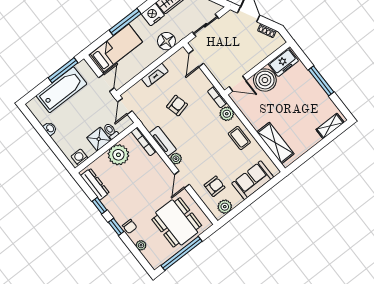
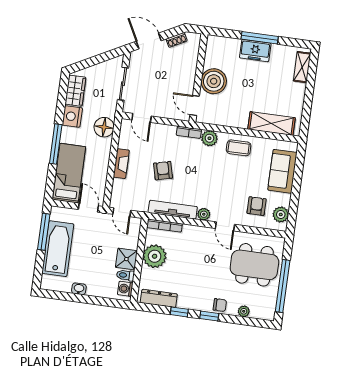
freezer: (283, 62) -> (255, 51), moved, turned 90
door: (238, 84) -> (195, 105), swing flipped
toilet: (111, 131) -> (125, 275), moved
tv unit: (163, 141) -> (173, 210), width x1.41

